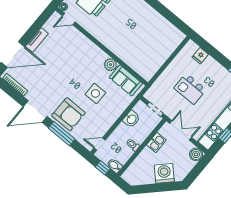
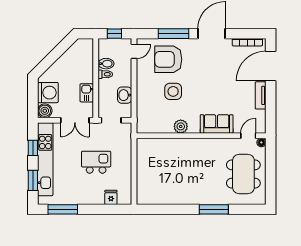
sofa: (126, 80) -> (217, 124), moved
armchair: (68, 114) -> (168, 59), moved
bidet: (114, 166) -> (106, 64), moved
washing machine: (164, 173) -> (48, 93), moved, turned -45

